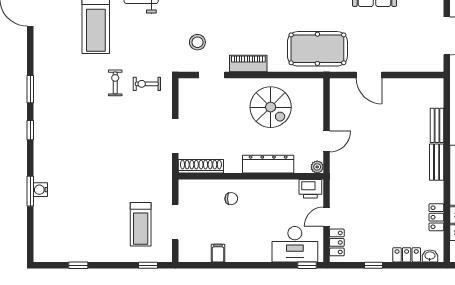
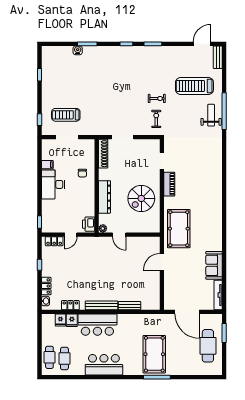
stool: (197, 42) -> (183, 151), removed
bench: (437, 162) -> (102, 305), width x1.36
water cooler: (40, 190) -> (78, 50), moved
door: (327, 217) -> (71, 235), swing flipped
desk: (295, 244) -> (53, 184), moved

